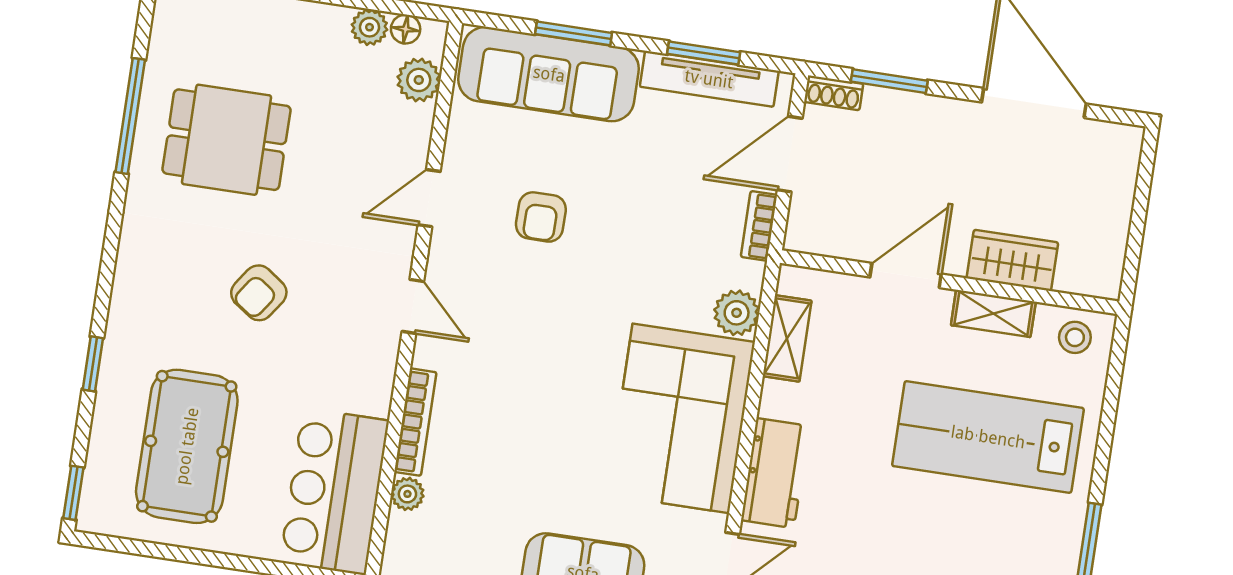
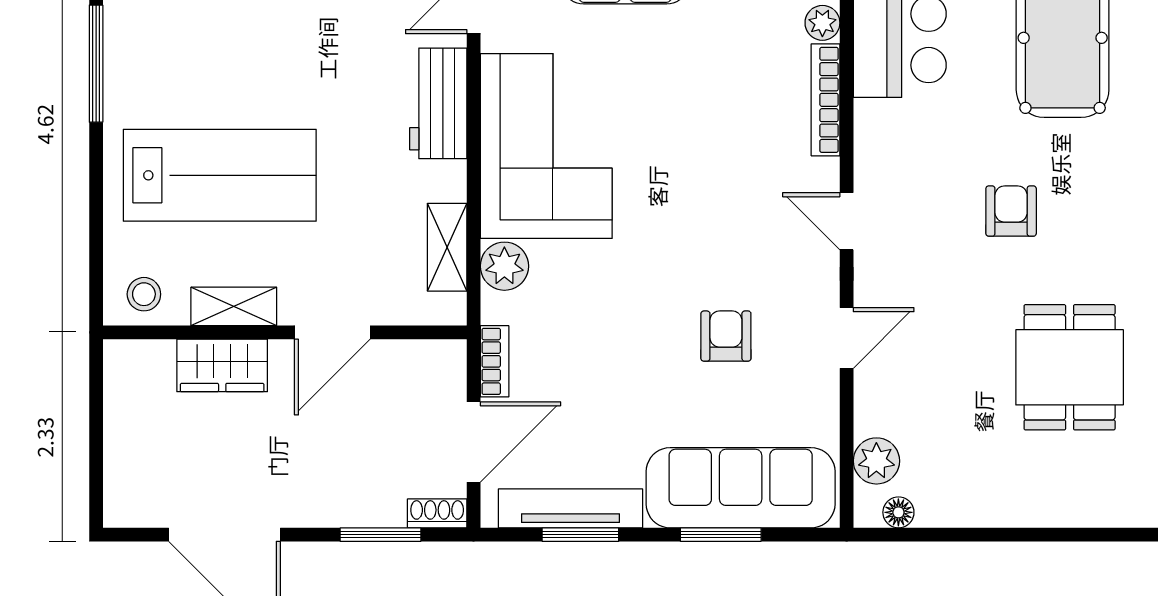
plant: (369, 27) -> (937, 509), removed
dining table: (227, 140) -> (1070, 367), turned 90
armchair: (259, 293) -> (1011, 211), turned -35

